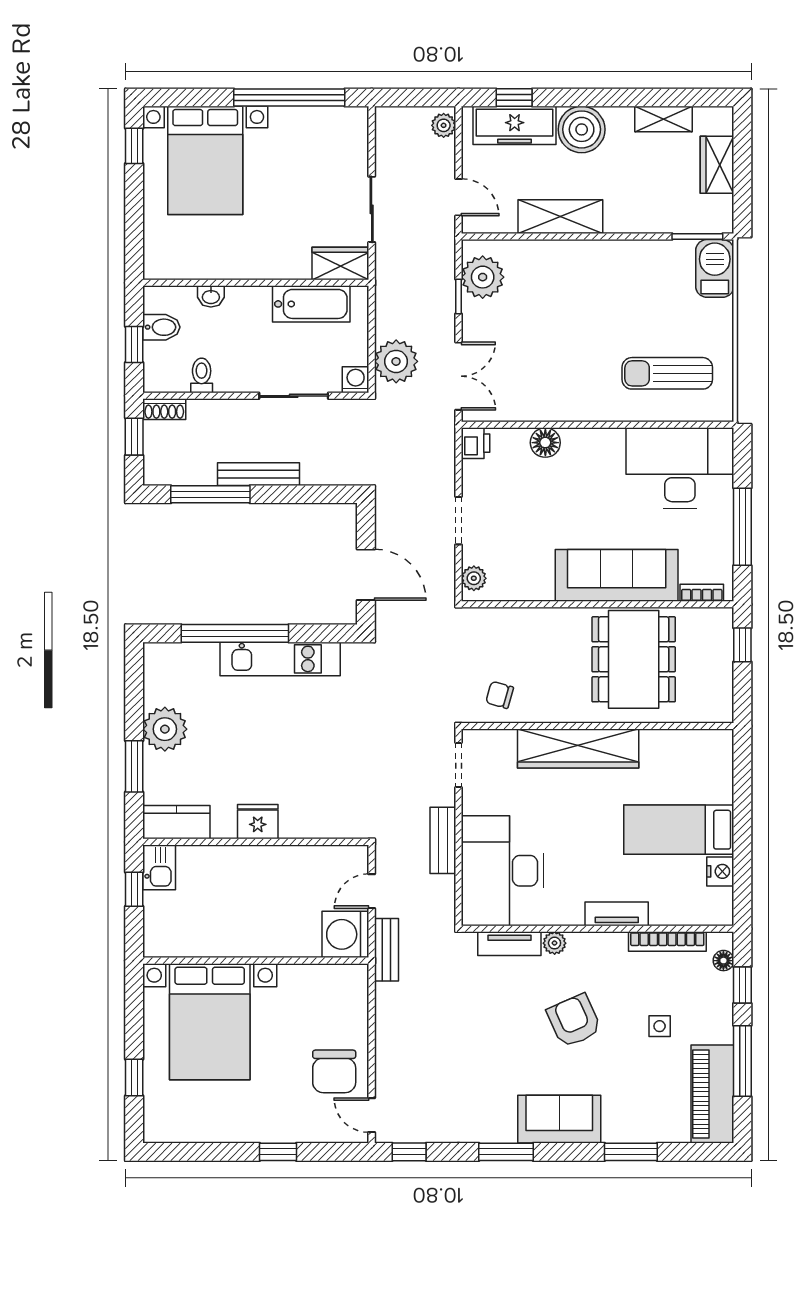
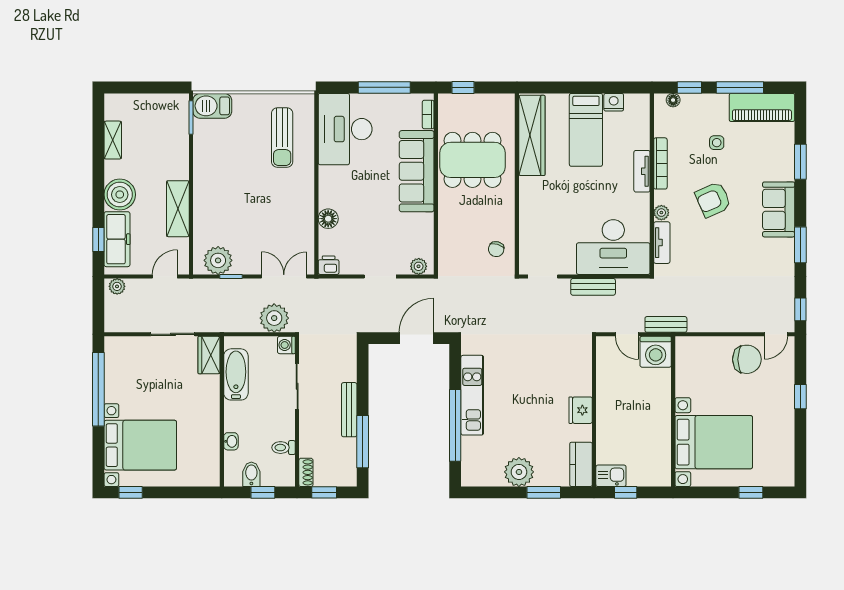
wardrobe: (717, 165) -> (143, 104), removed
wardrobe: (578, 749) -> (532, 135), moved
bookcase: (667, 942) -> (660, 163), moved

